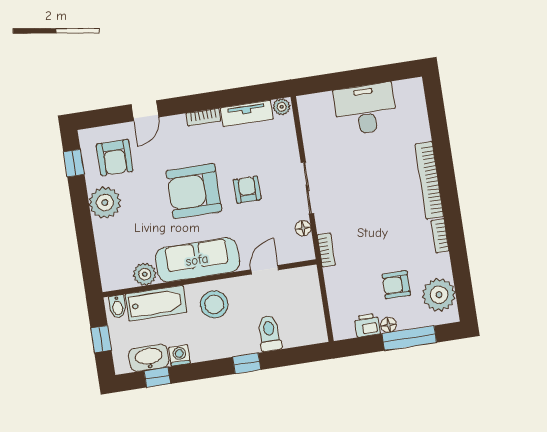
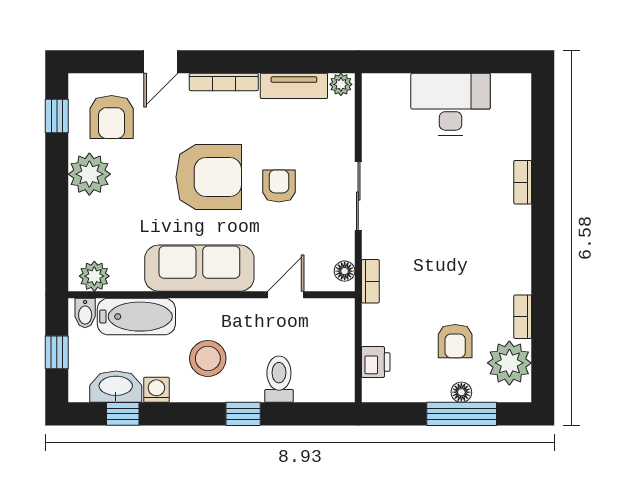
bookcase: (203, 117) -> (224, 82), width x1.56
bookcase: (429, 180) -> (523, 182), width x0.43, depth x0.76
armchair: (194, 191) -> (209, 177), turned 180
floor lamp: (303, 228) -> (345, 271), moved
bookcase: (440, 236) -> (523, 317), moved
plant: (145, 274) -> (94, 276), moved
armchair: (396, 285) -> (455, 341), turned -90
stool: (214, 304) -> (208, 358), moved
printer: (367, 325) -> (376, 362), moved, turned 90
floor lamp: (389, 325) -> (461, 392), moved

